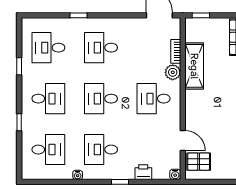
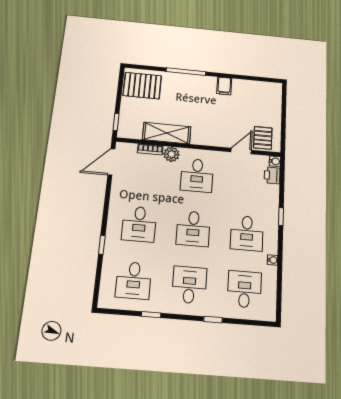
printer: (143, 172) -> (272, 175), moved

